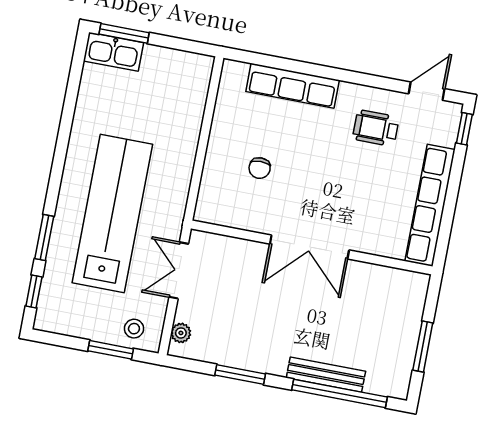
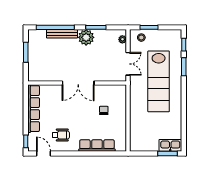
door: (427, 91) -> (44, 153), swing flipped
double door: (309, 247) -> (78, 83), swing flipped
plant: (269, 355) -> (86, 37), added

